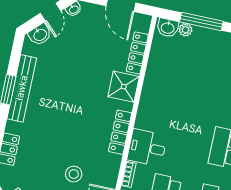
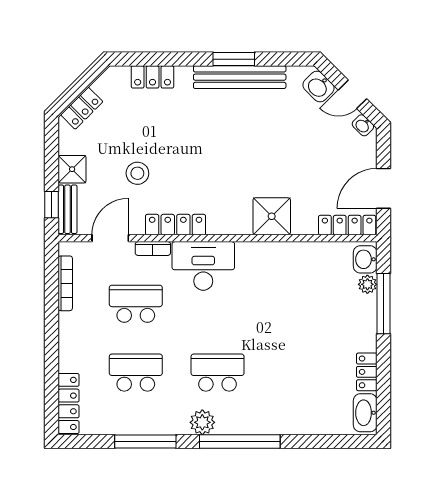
locker: (137, 53) -> (347, 225), moved
locker: (120, 132) -> (176, 225), moved
desk: (147, 148) -> (203, 266), width x1.37

